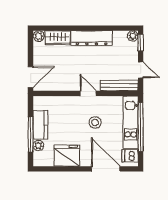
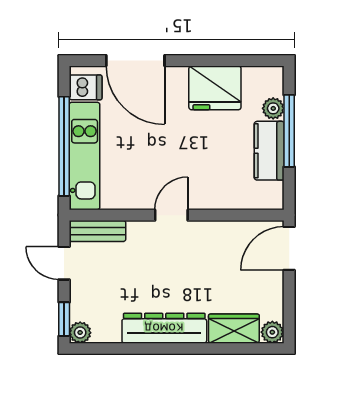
bench: (119, 86) -> (97, 231), width x0.73
door: (88, 93) -> (171, 215), swing flipped
stool: (95, 122) -> (157, 156), removed

